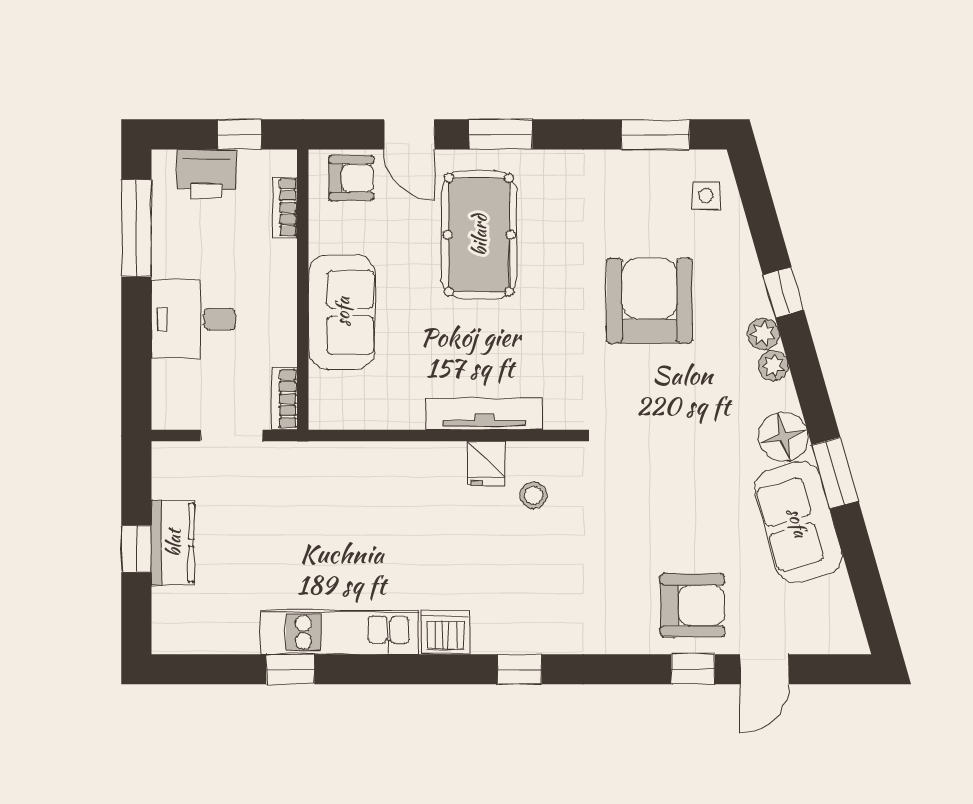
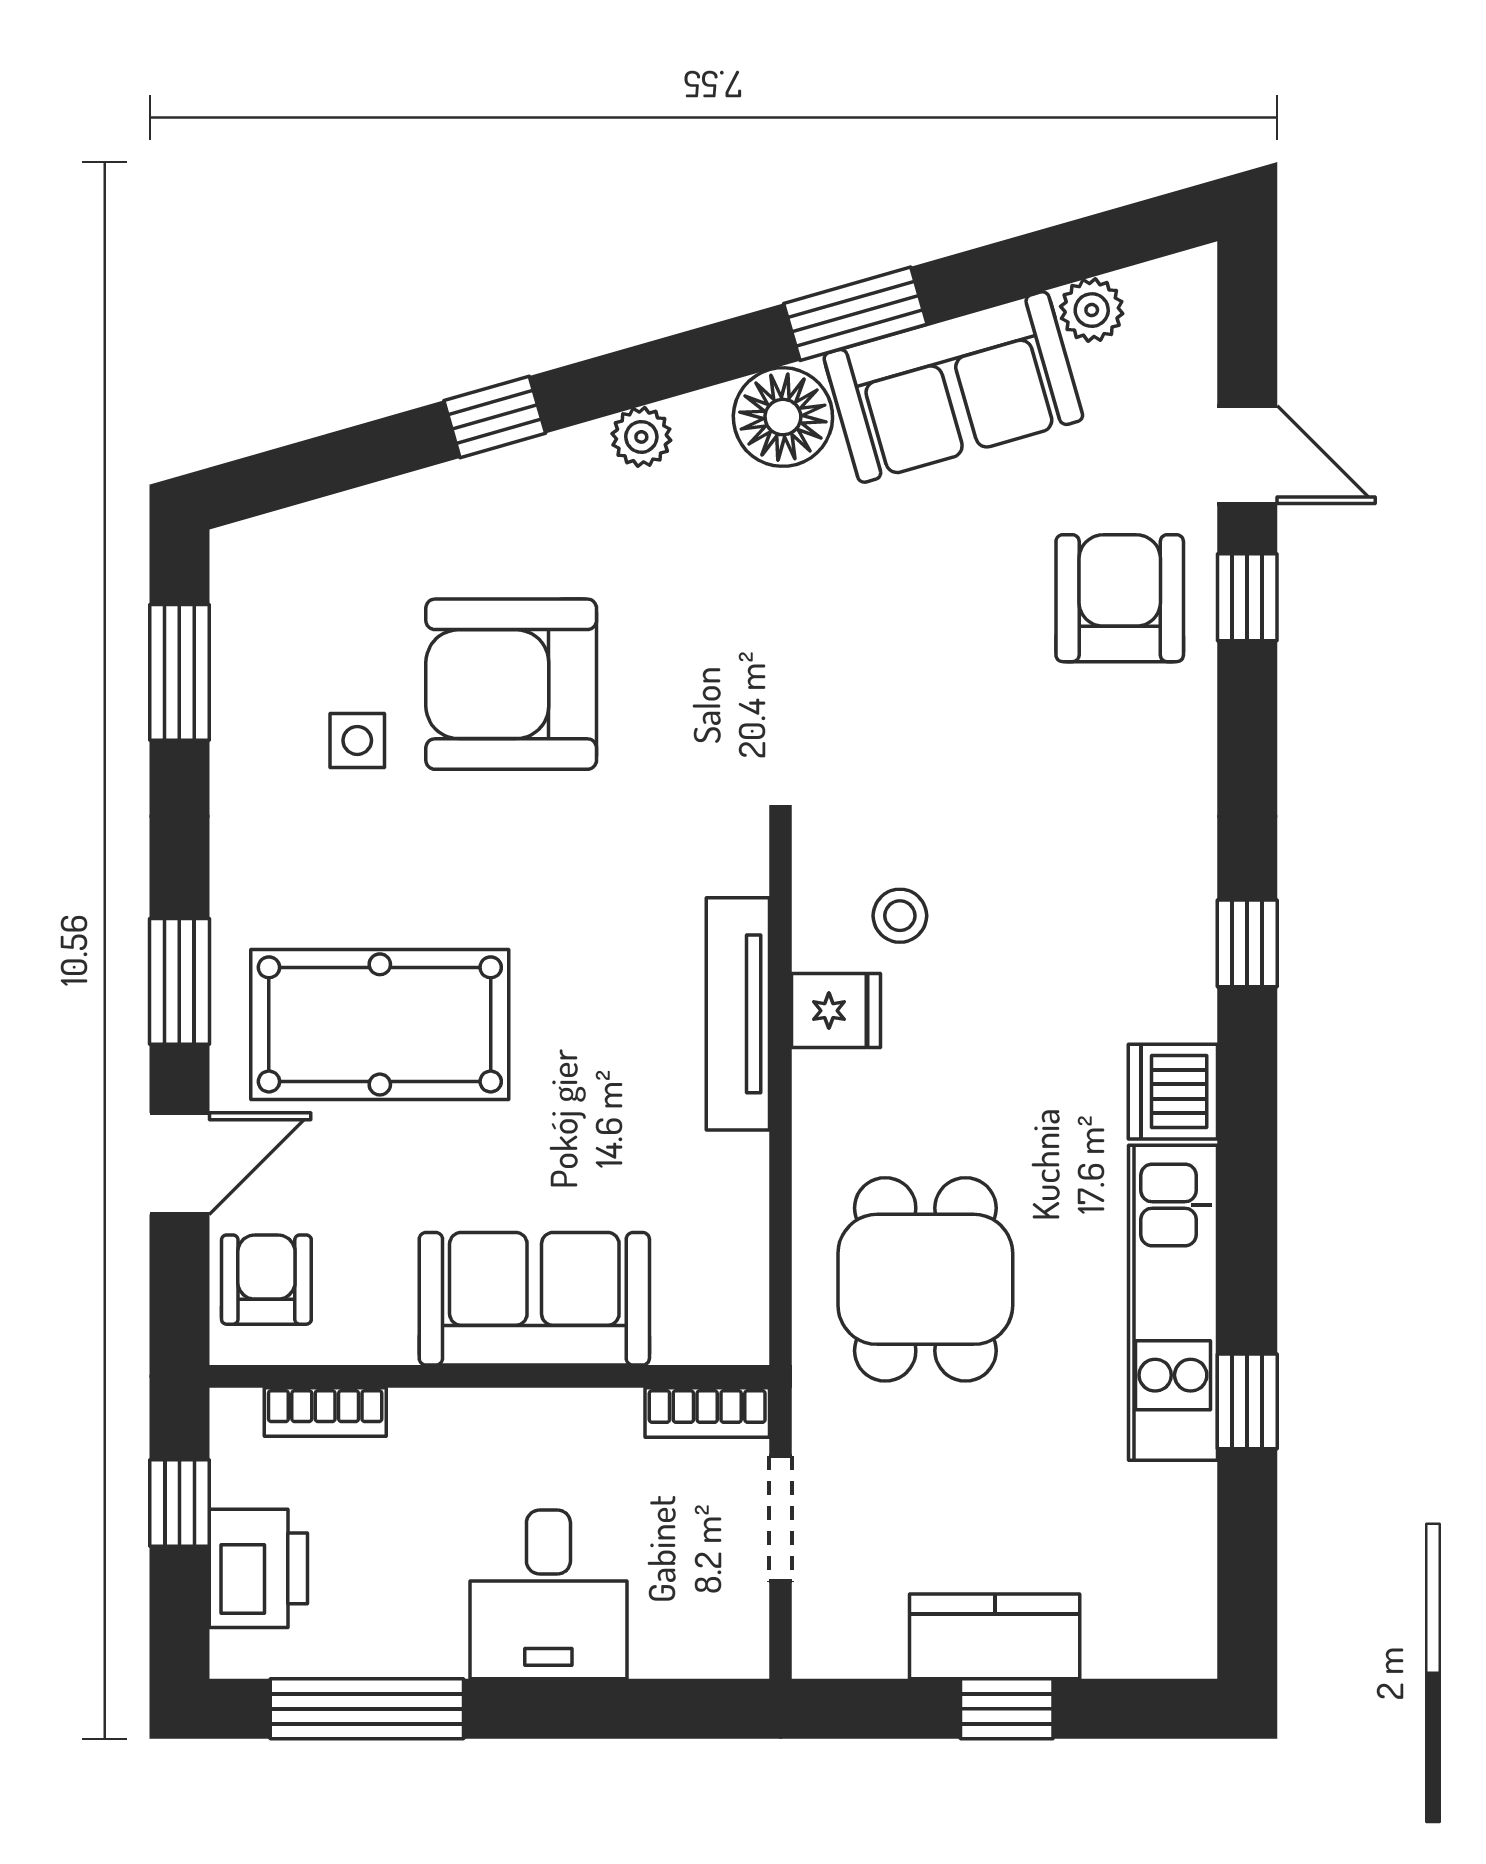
side table: (706, 196) -> (357, 740), moved
plant: (763, 334) -> (1092, 310), moved
dining table: (351, 508) -> (925, 1279), added

